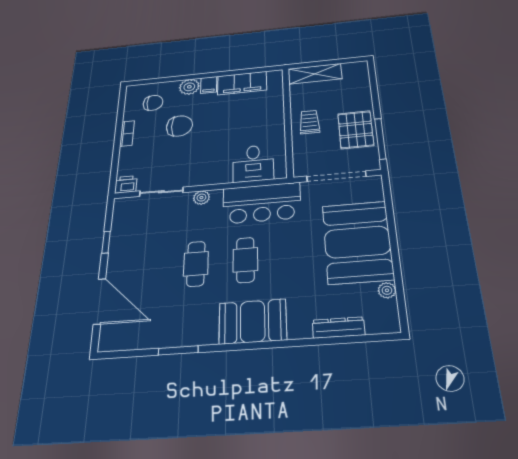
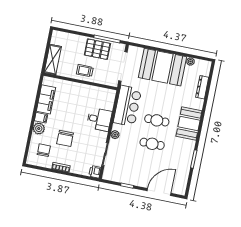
chair: (179, 126) -> (65, 138), turned 180
desk: (253, 163) -> (99, 119), moved

